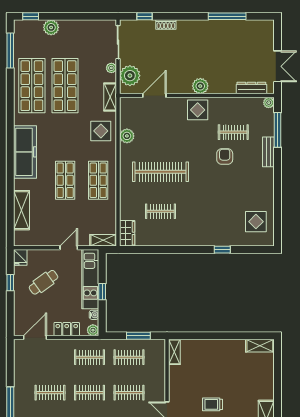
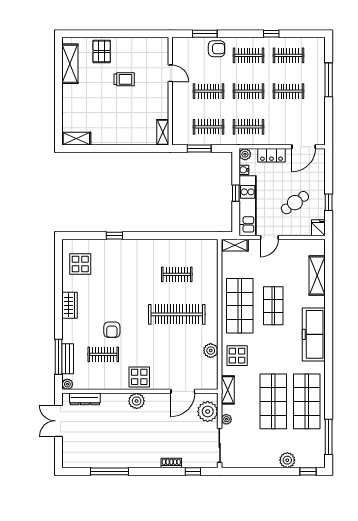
bench: (268, 152) -> (68, 359), moved
shop shelf: (98, 180) -> (240, 306), width x1.43, depth x1.36
wardrobe: (127, 233) -> (70, 305), moved, turned 180

